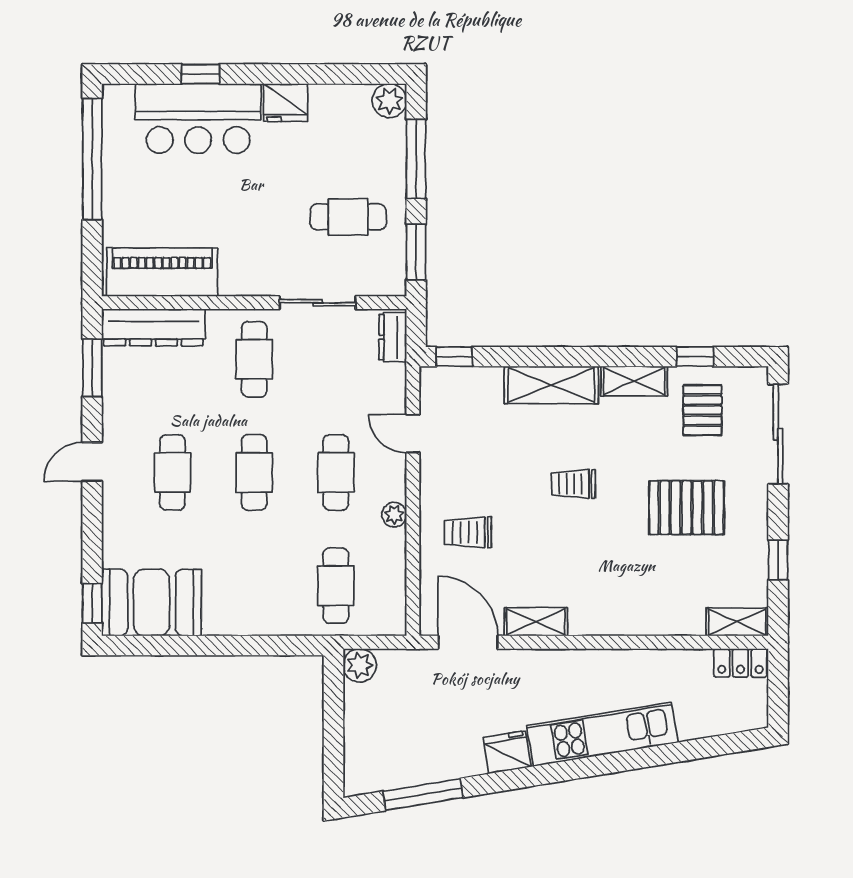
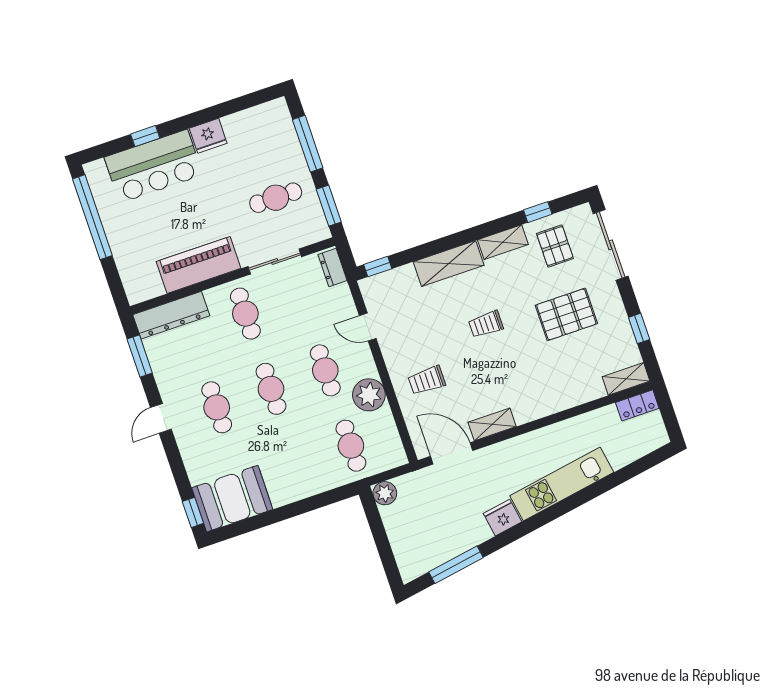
plant: (389, 101) -> (277, 111), removed
piano: (162, 272) -> (199, 265), moved
plant: (394, 515) -> (369, 395), width x1.88, depth x1.88

